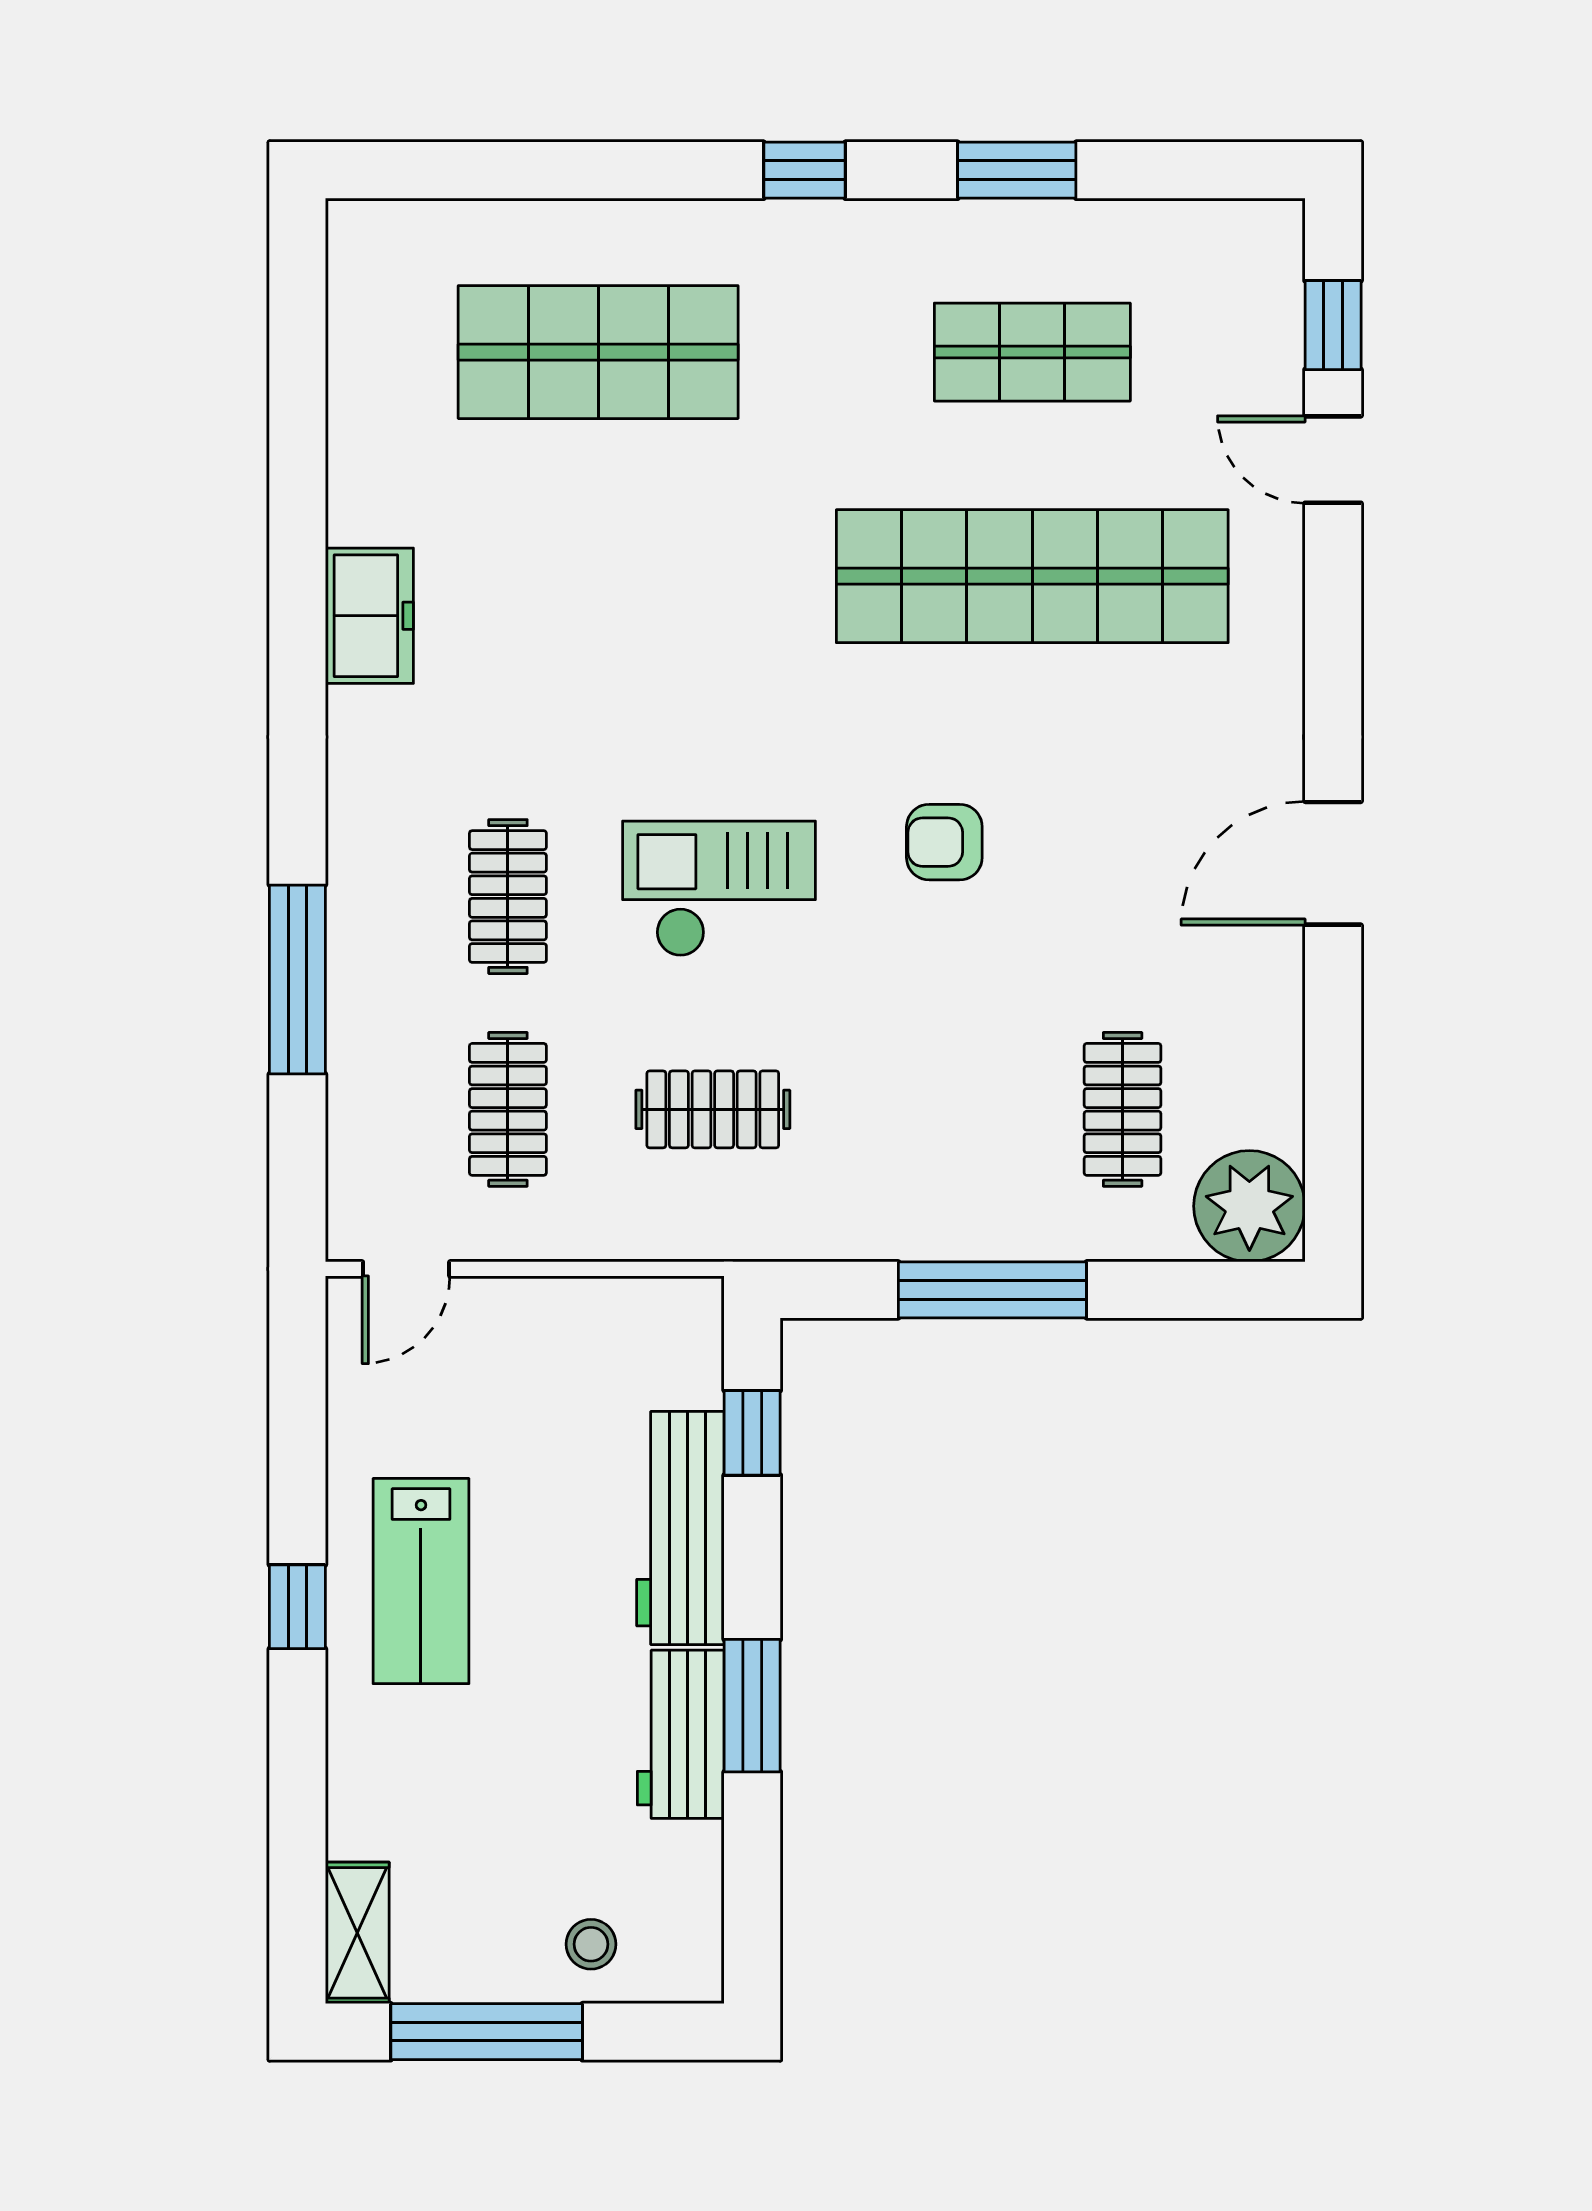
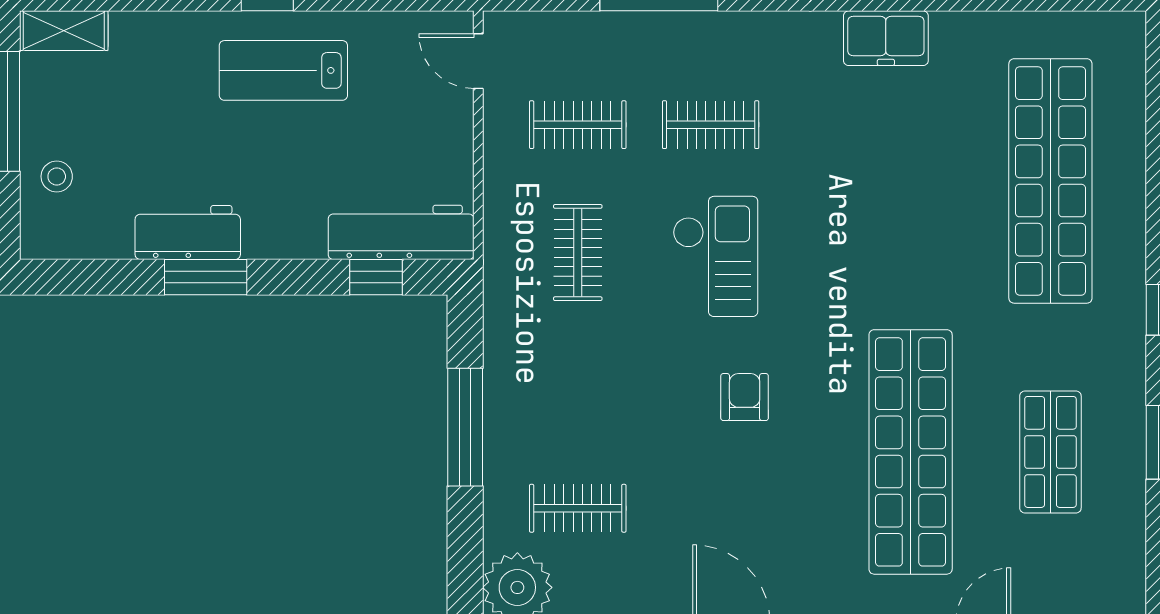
shop shelf: (598, 352) -> (1050, 181), width x1.40
workbench: (680, 1528) -> (401, 232), moved

